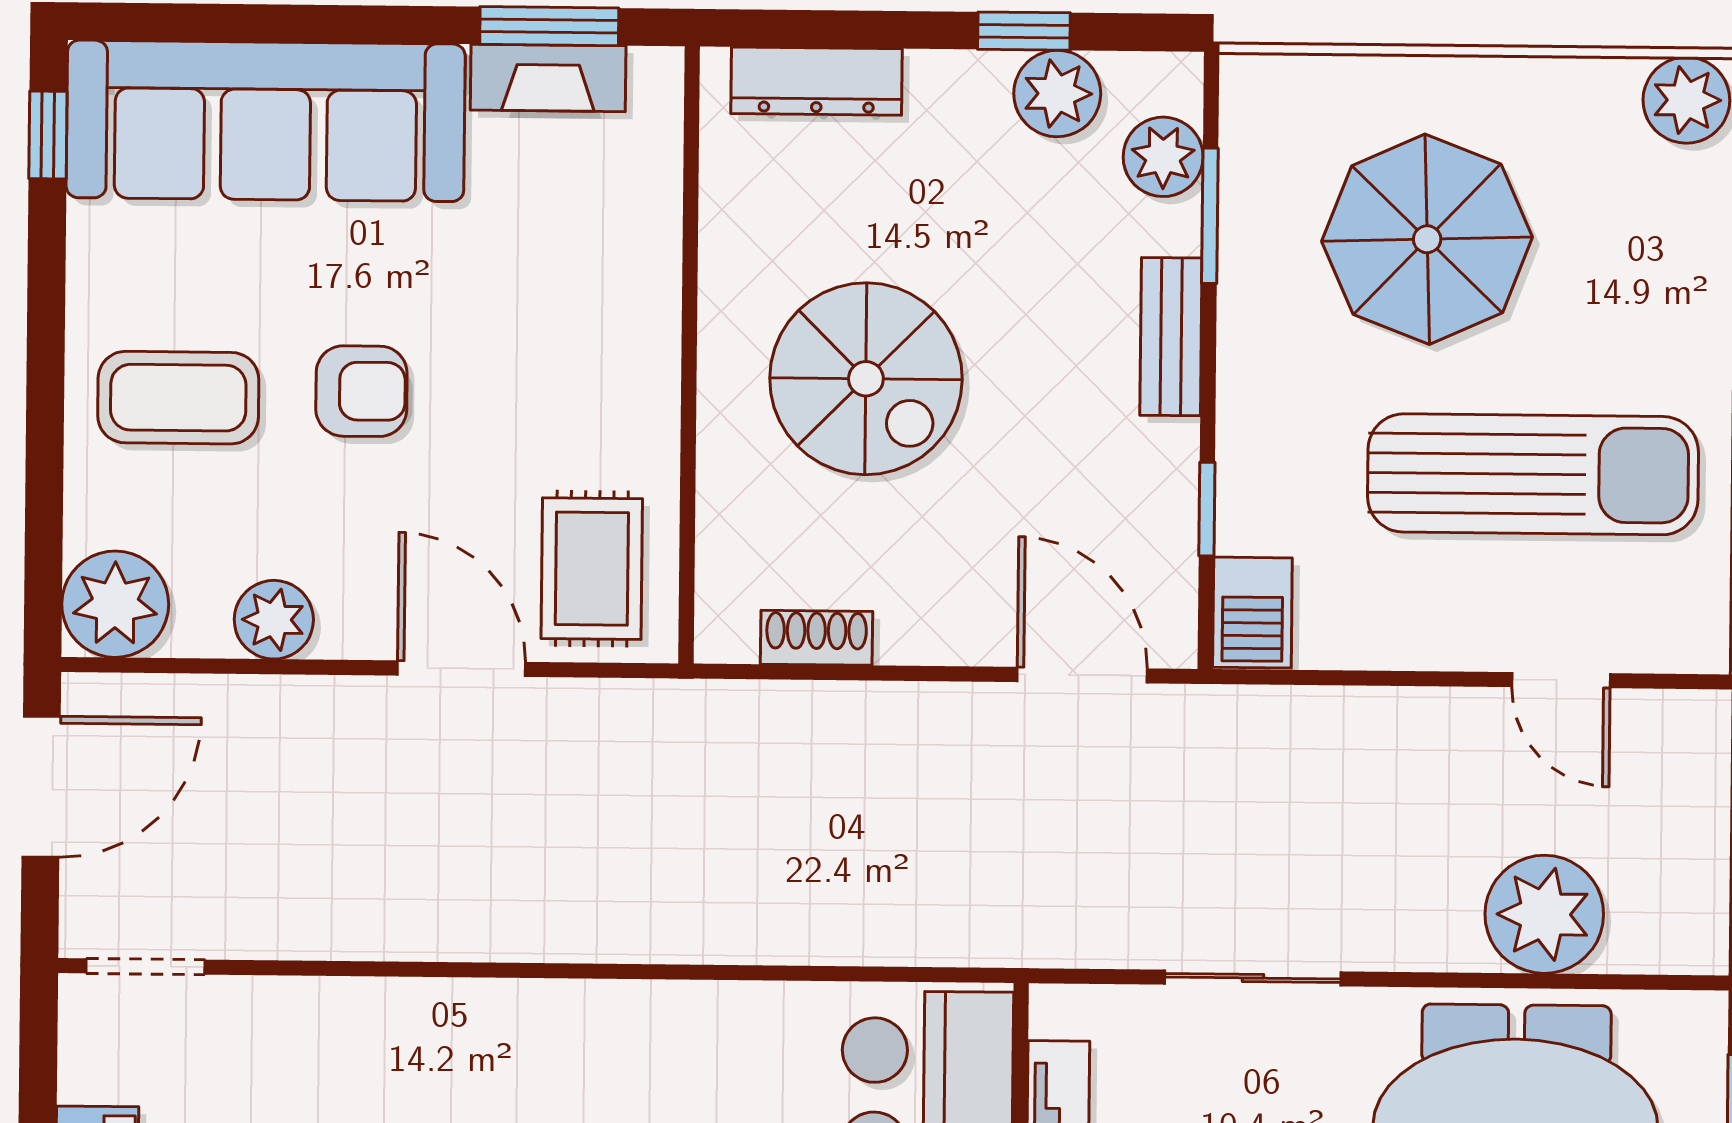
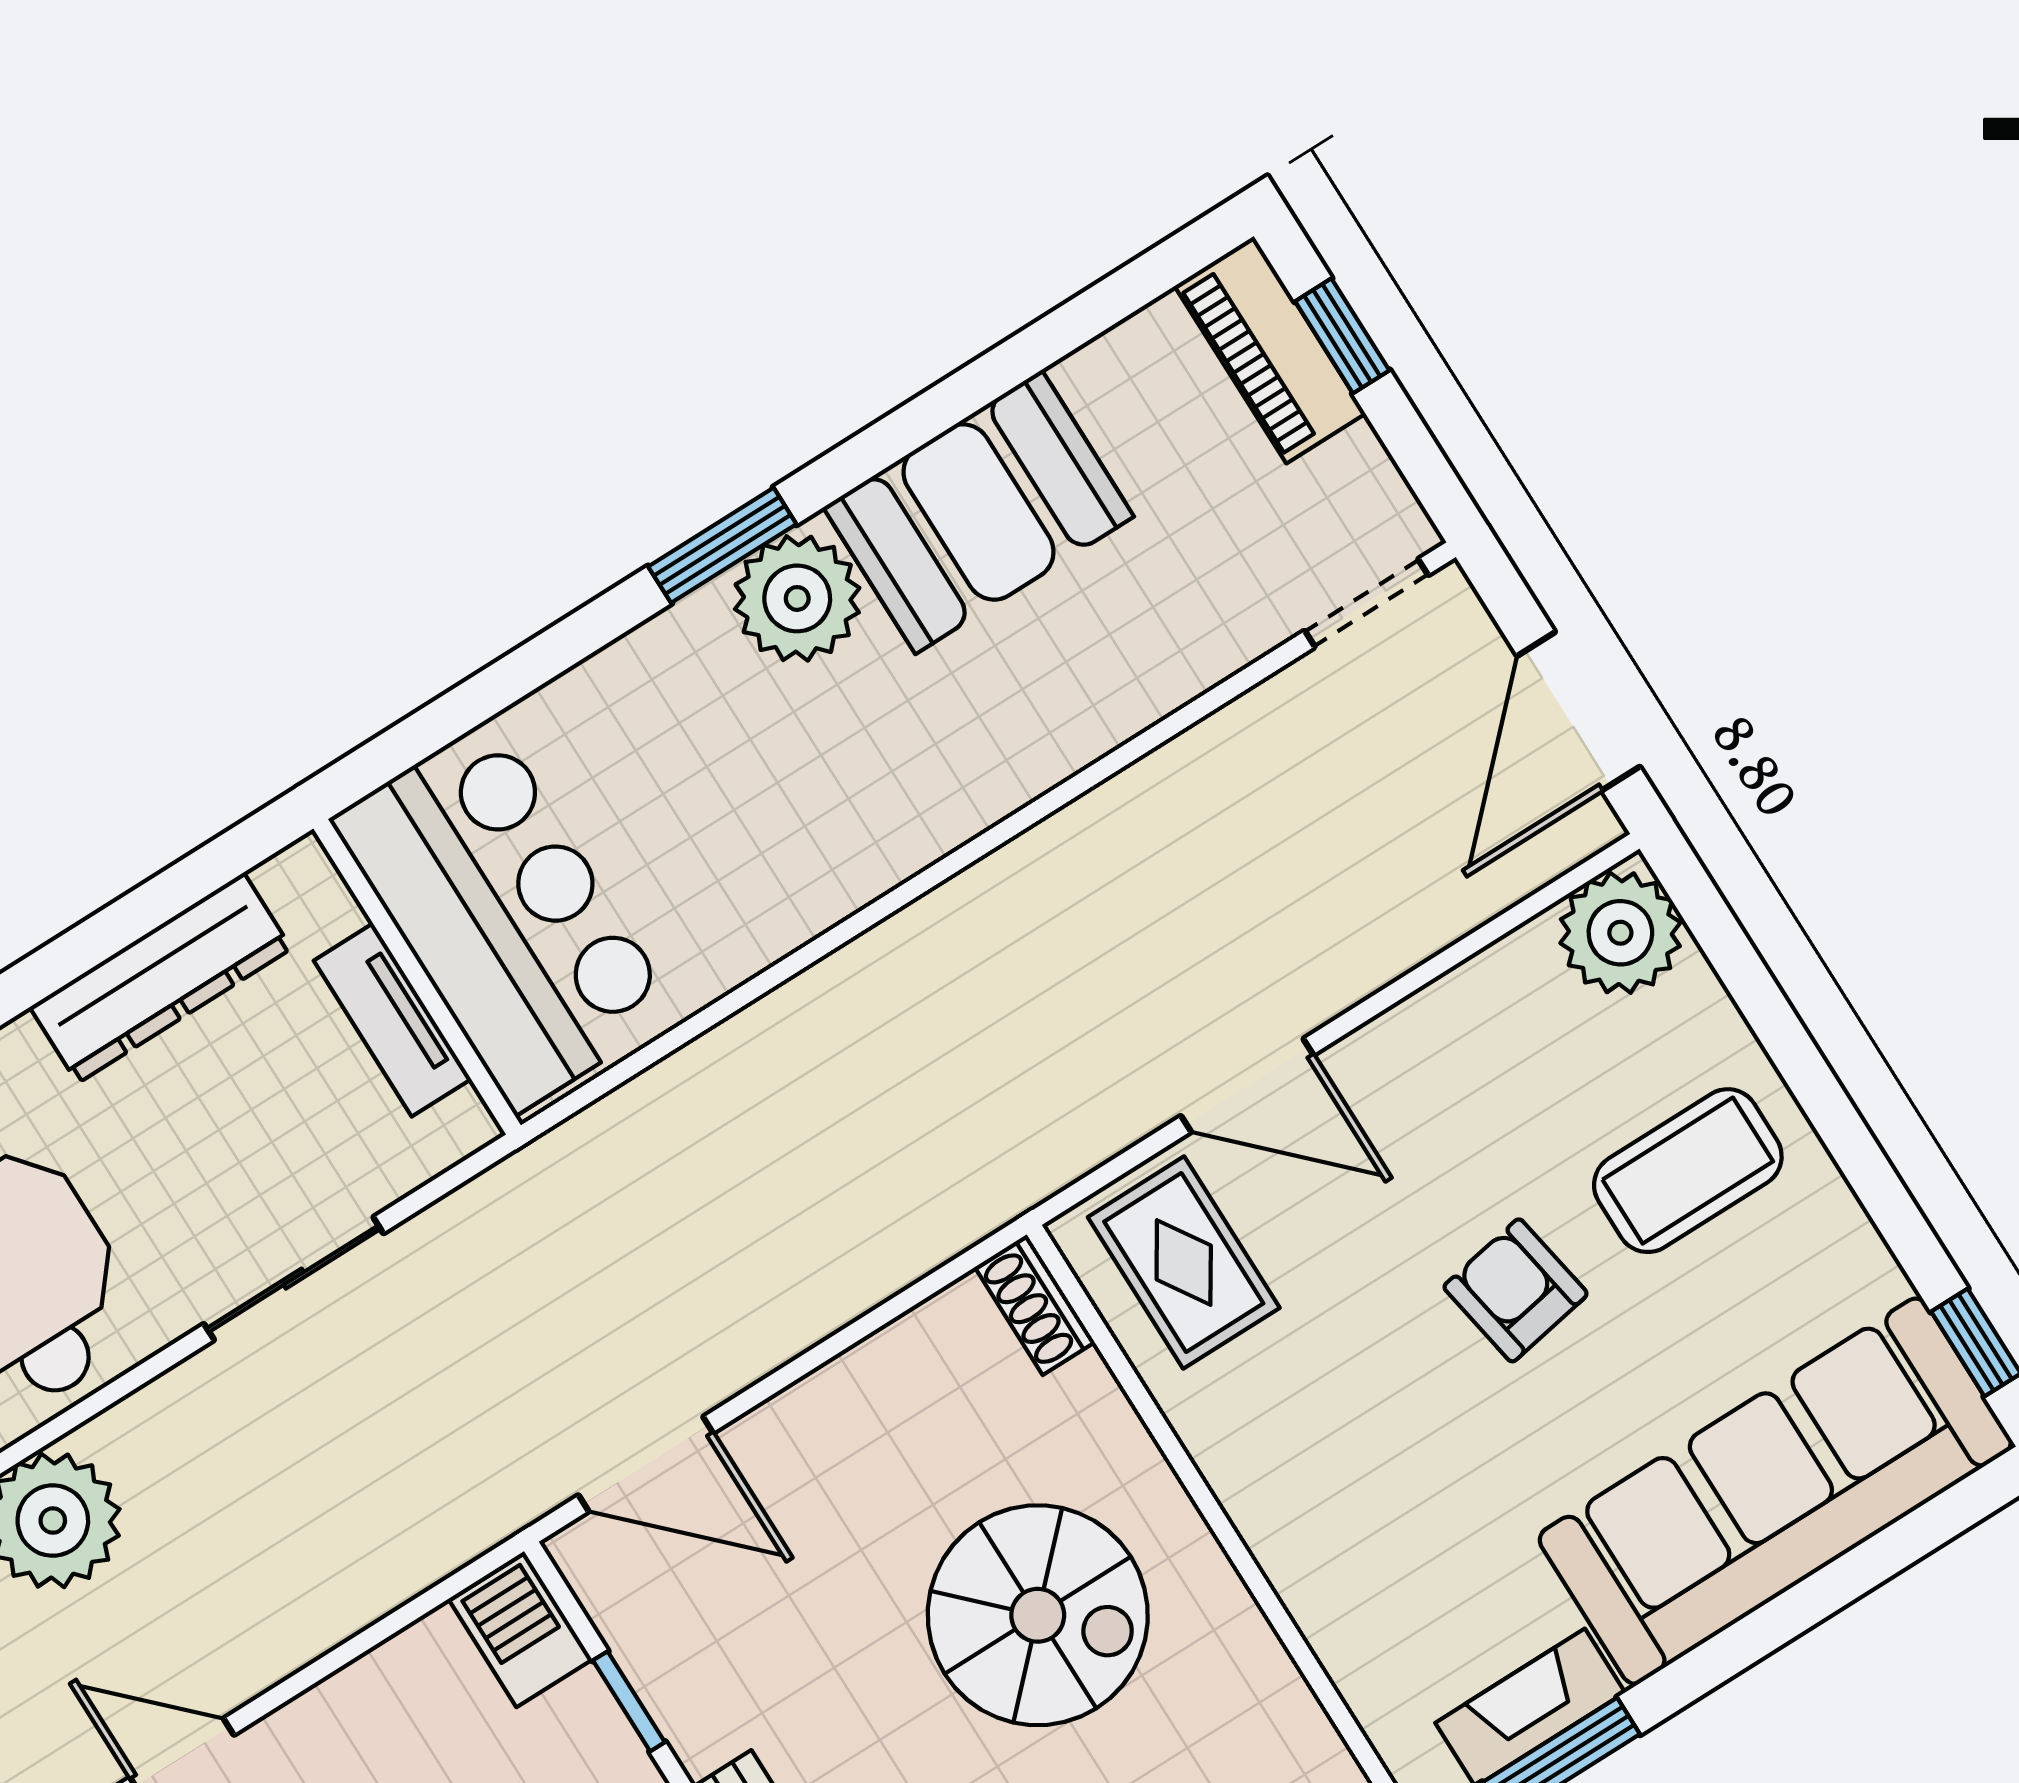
spiral stairs: (866, 379) -> (1038, 1615), turned 180
armchair: (361, 391) -> (1516, 1290), turned 80
plant: (274, 620) -> (1458, 1016), removed
shoe rack: (817, 638) -> (1035, 1305), moved, turned 90

